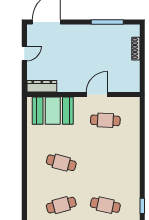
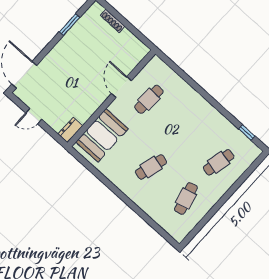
window: (107, 22) -> (70, 25), width x0.69
door: (24, 53) -> (34, 116), swing flipped
dresser: (42, 86) -> (70, 130), width x0.70

